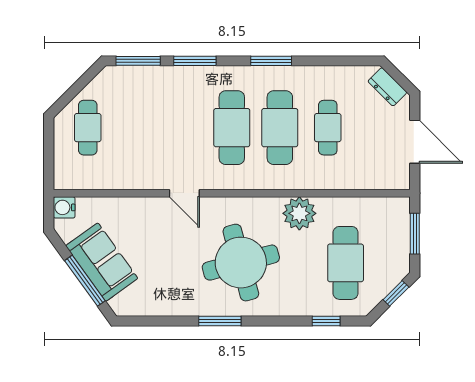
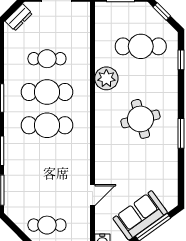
door: (184, 193) -> (92, 195), moved
round table: (241, 263) -> (140, 119), width x0.73, depth x0.73

